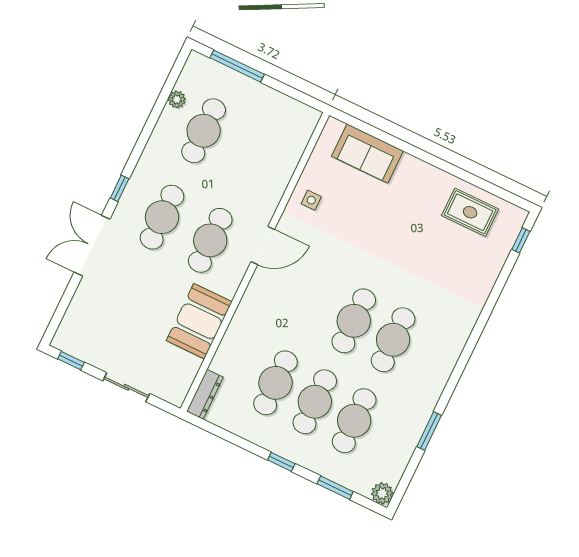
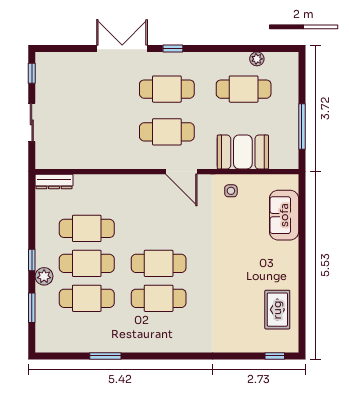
window: (237, 66) -> (302, 126), moved
booth: (199, 321) -> (243, 152), moved
plant: (382, 493) -> (44, 276), moved

